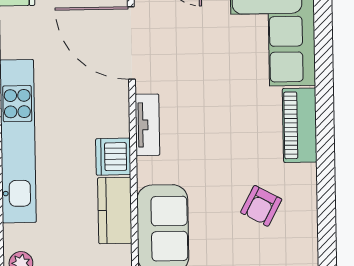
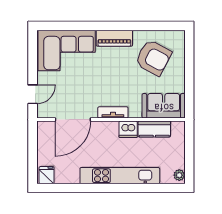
armchair: (261, 206) -> (153, 58), width x1.88, depth x1.88

